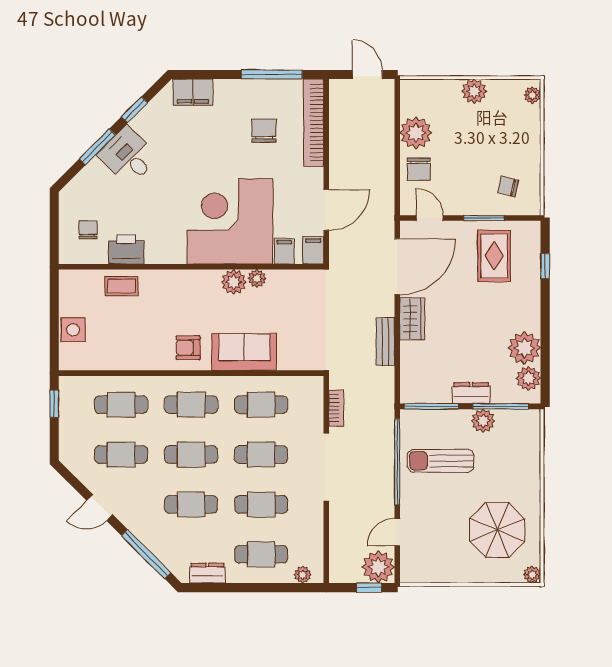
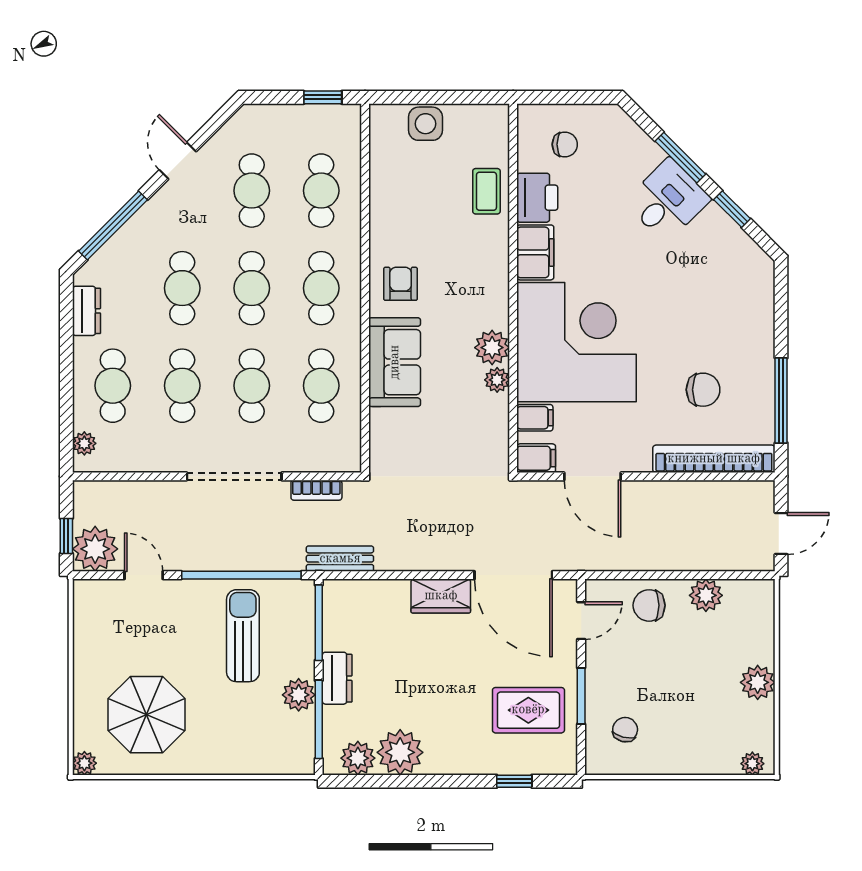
filing cabinet: (193, 92) -> (535, 252), moved, turned 180
plant: (416, 133) -> (706, 595), width x0.73, depth x0.73
bench: (385, 342) -> (340, 559), moved

